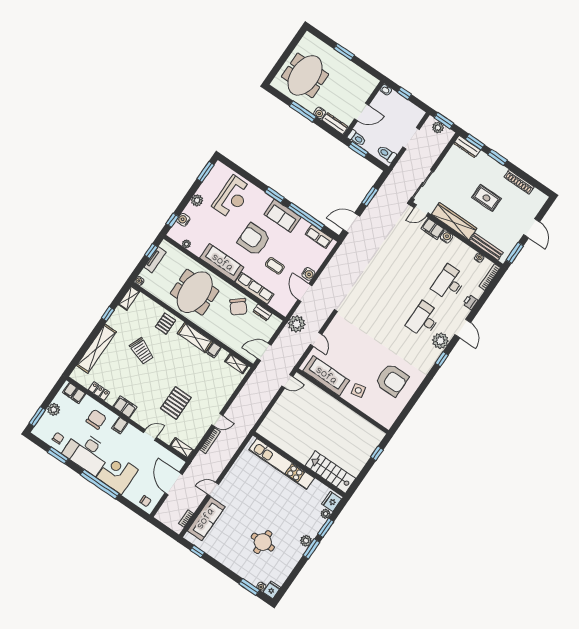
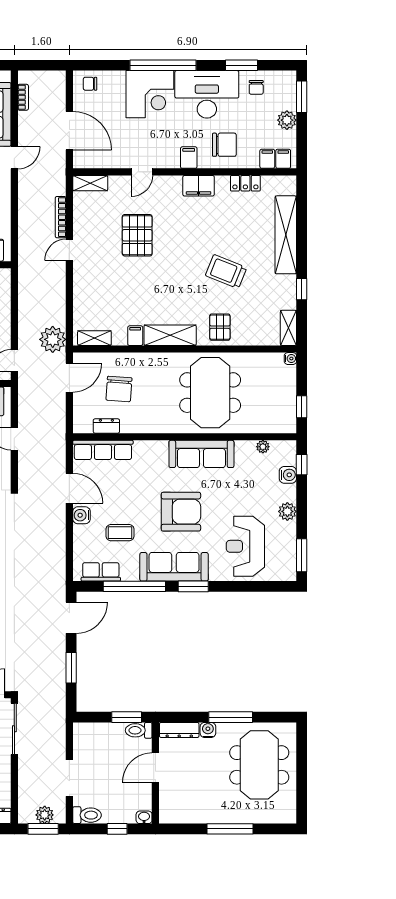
window: (344, 52) -> (230, 829), width x1.44
toilet: (386, 154) -> (87, 815), moved
sofa: (283, 216) -> (174, 567), width x1.36
tv unit: (155, 260) -> (289, 399), removed
coffee table: (275, 266) -> (120, 533), moved
row of seats: (254, 288) -> (103, 450), moved
chair: (238, 307) -> (119, 389), moved, turned -136
plant: (297, 324) -> (53, 339), moved
chair: (96, 419) -> (224, 145), turned -90

